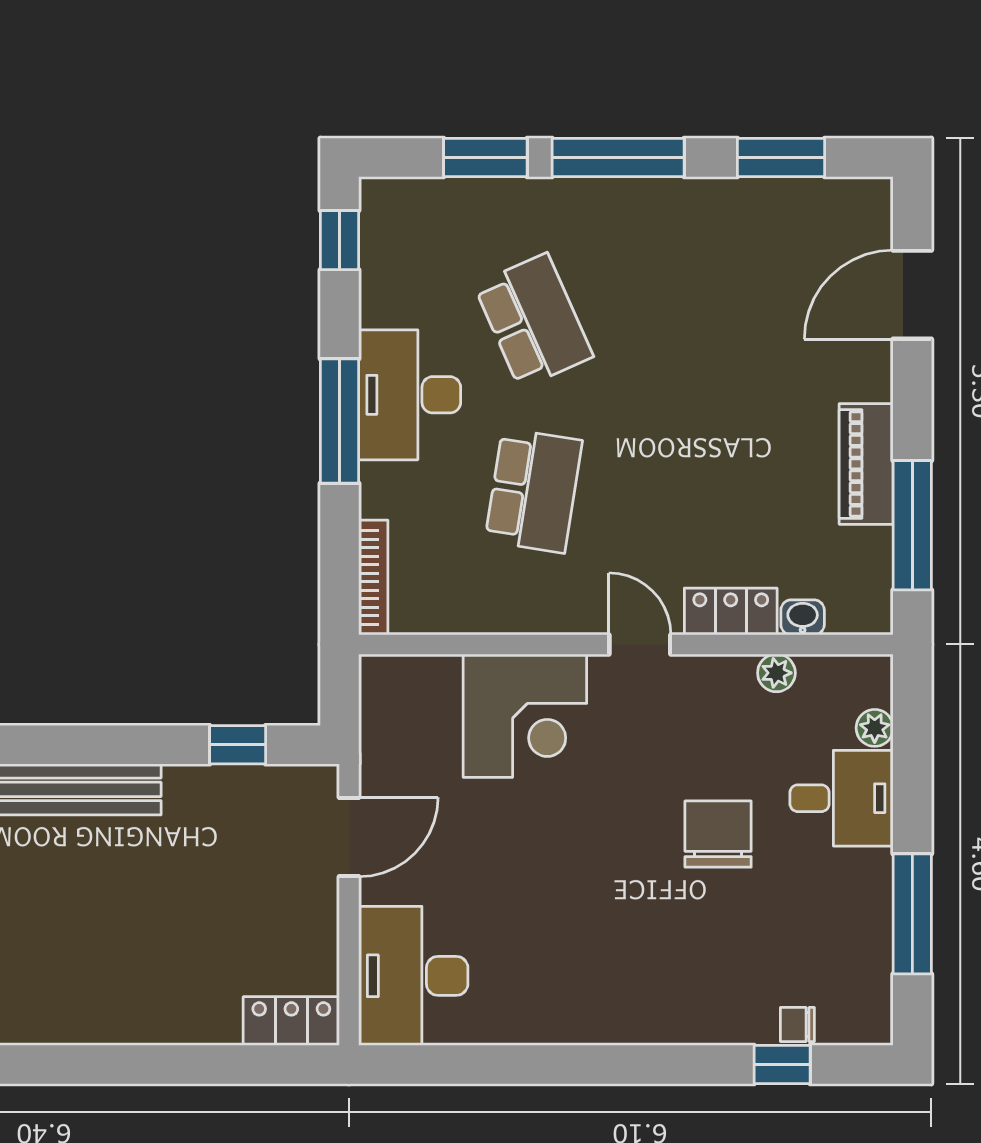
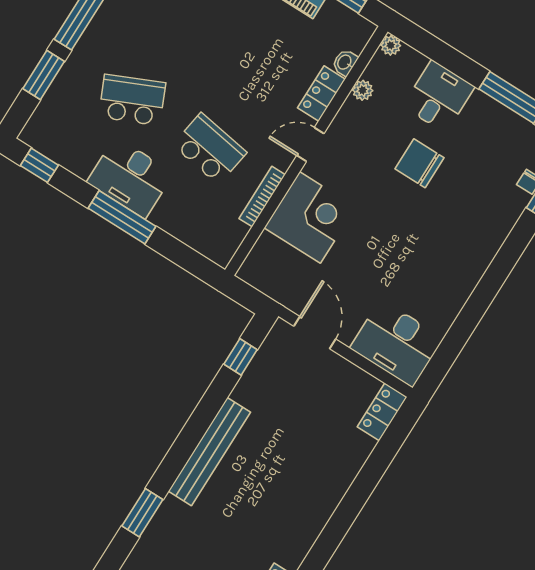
bookcase: (373, 578) -> (262, 197), moved, turned -90
plant: (875, 728) -> (391, 45), moved

